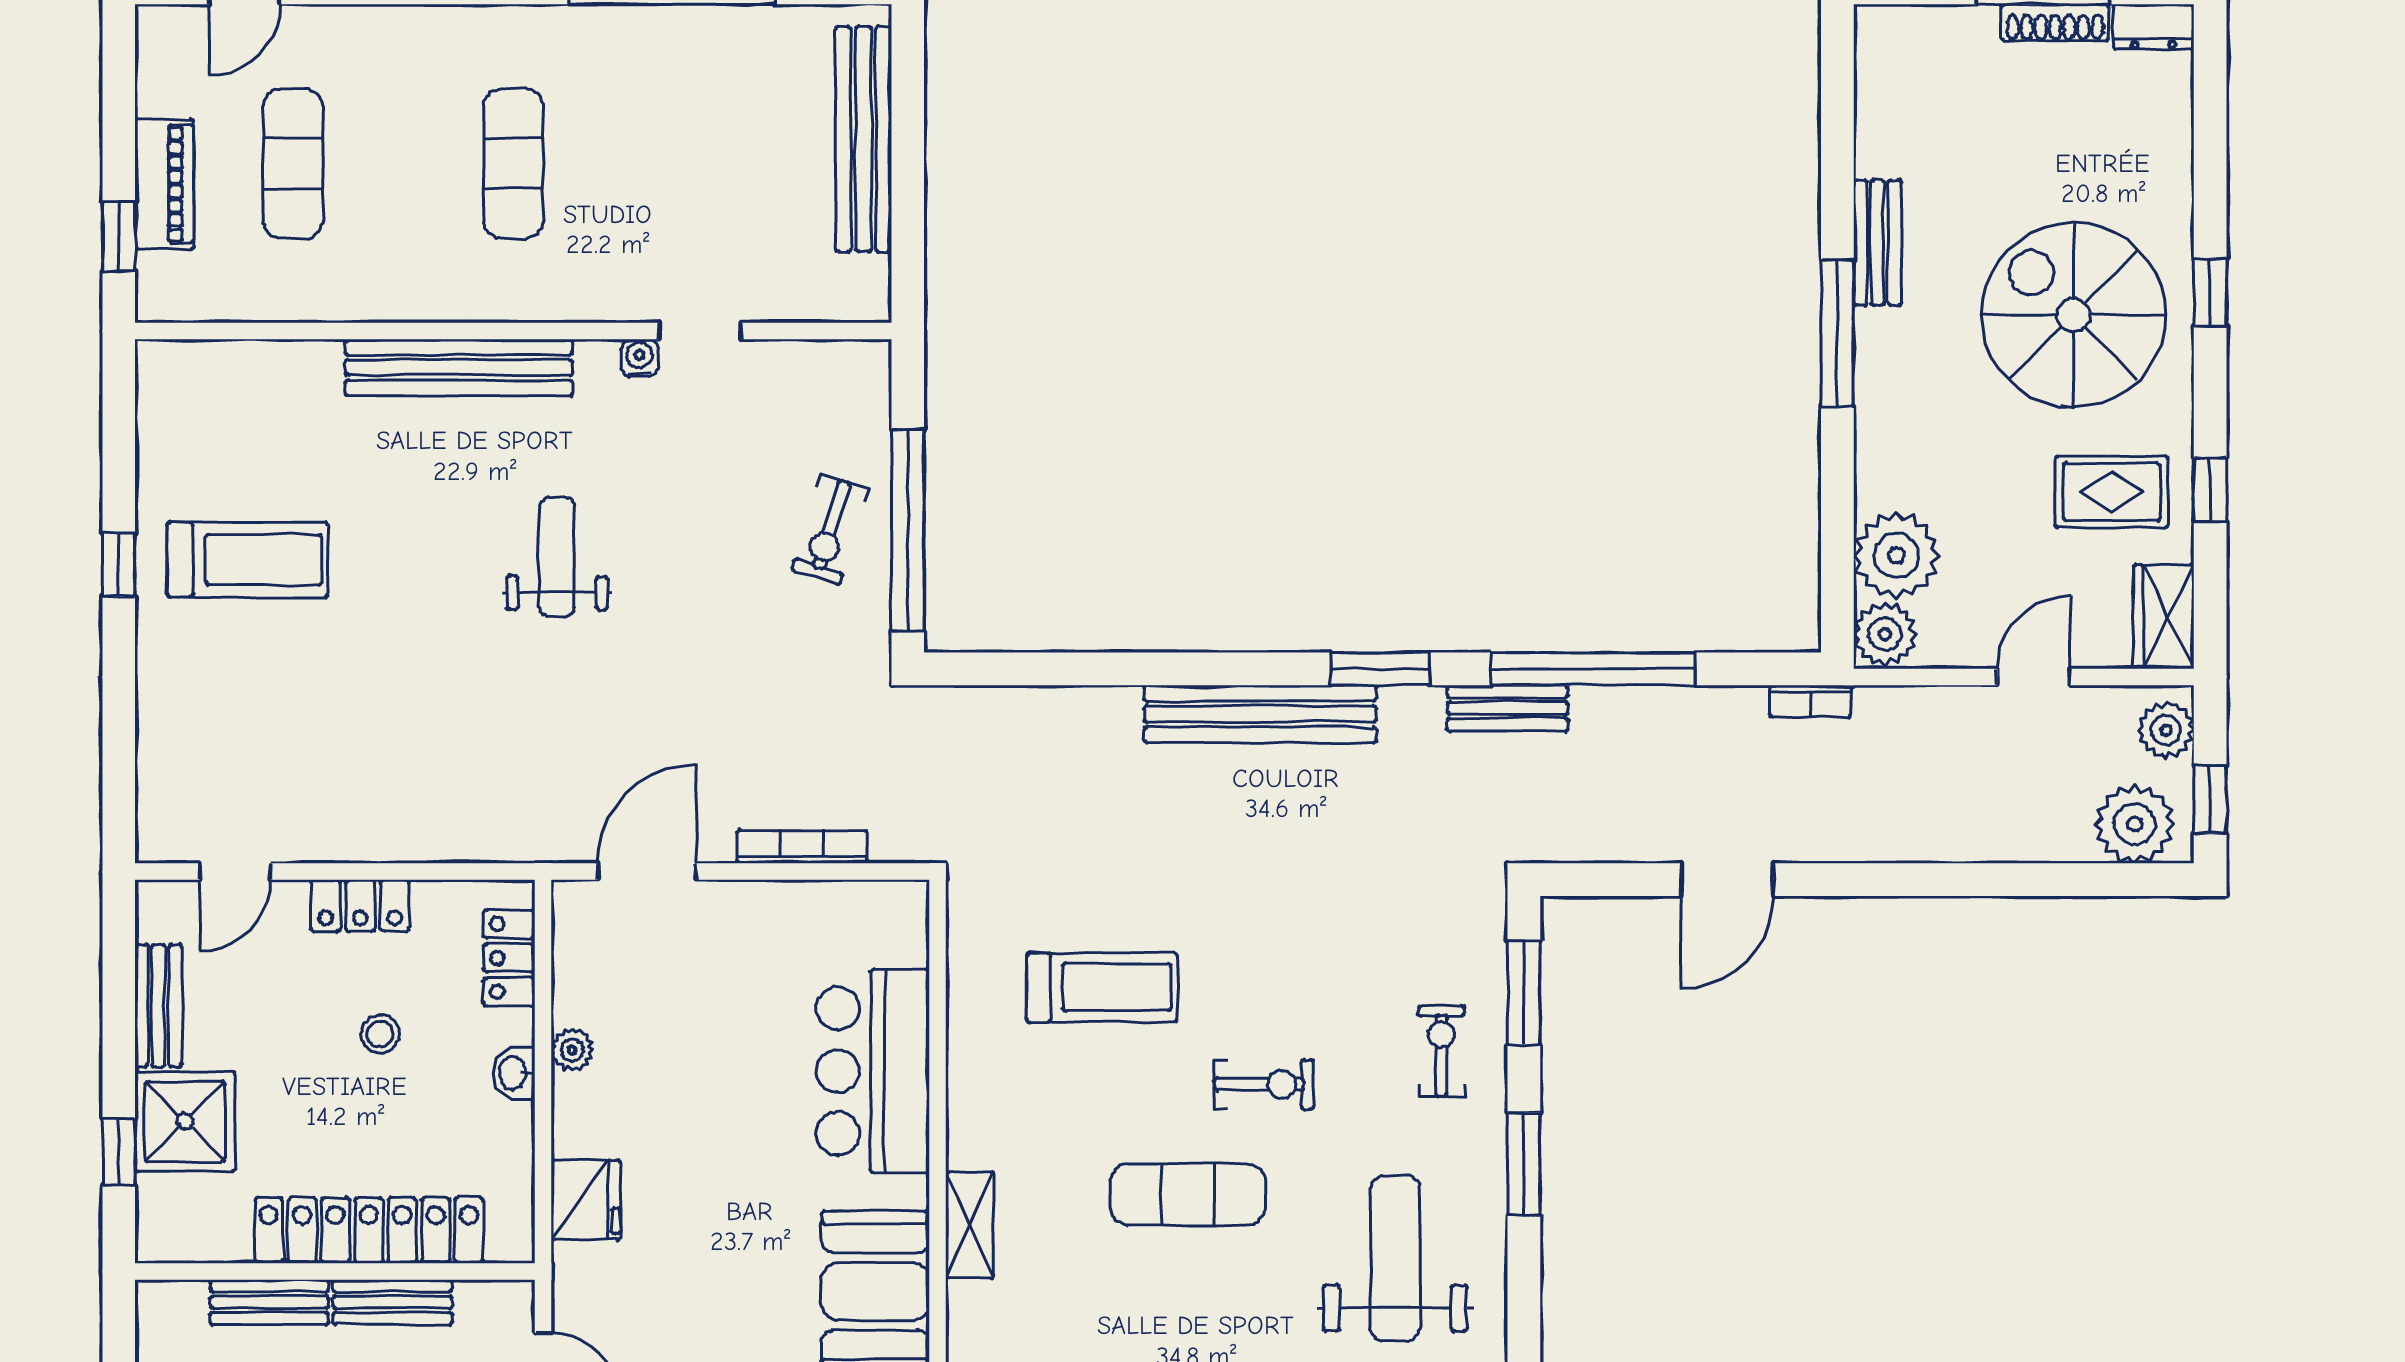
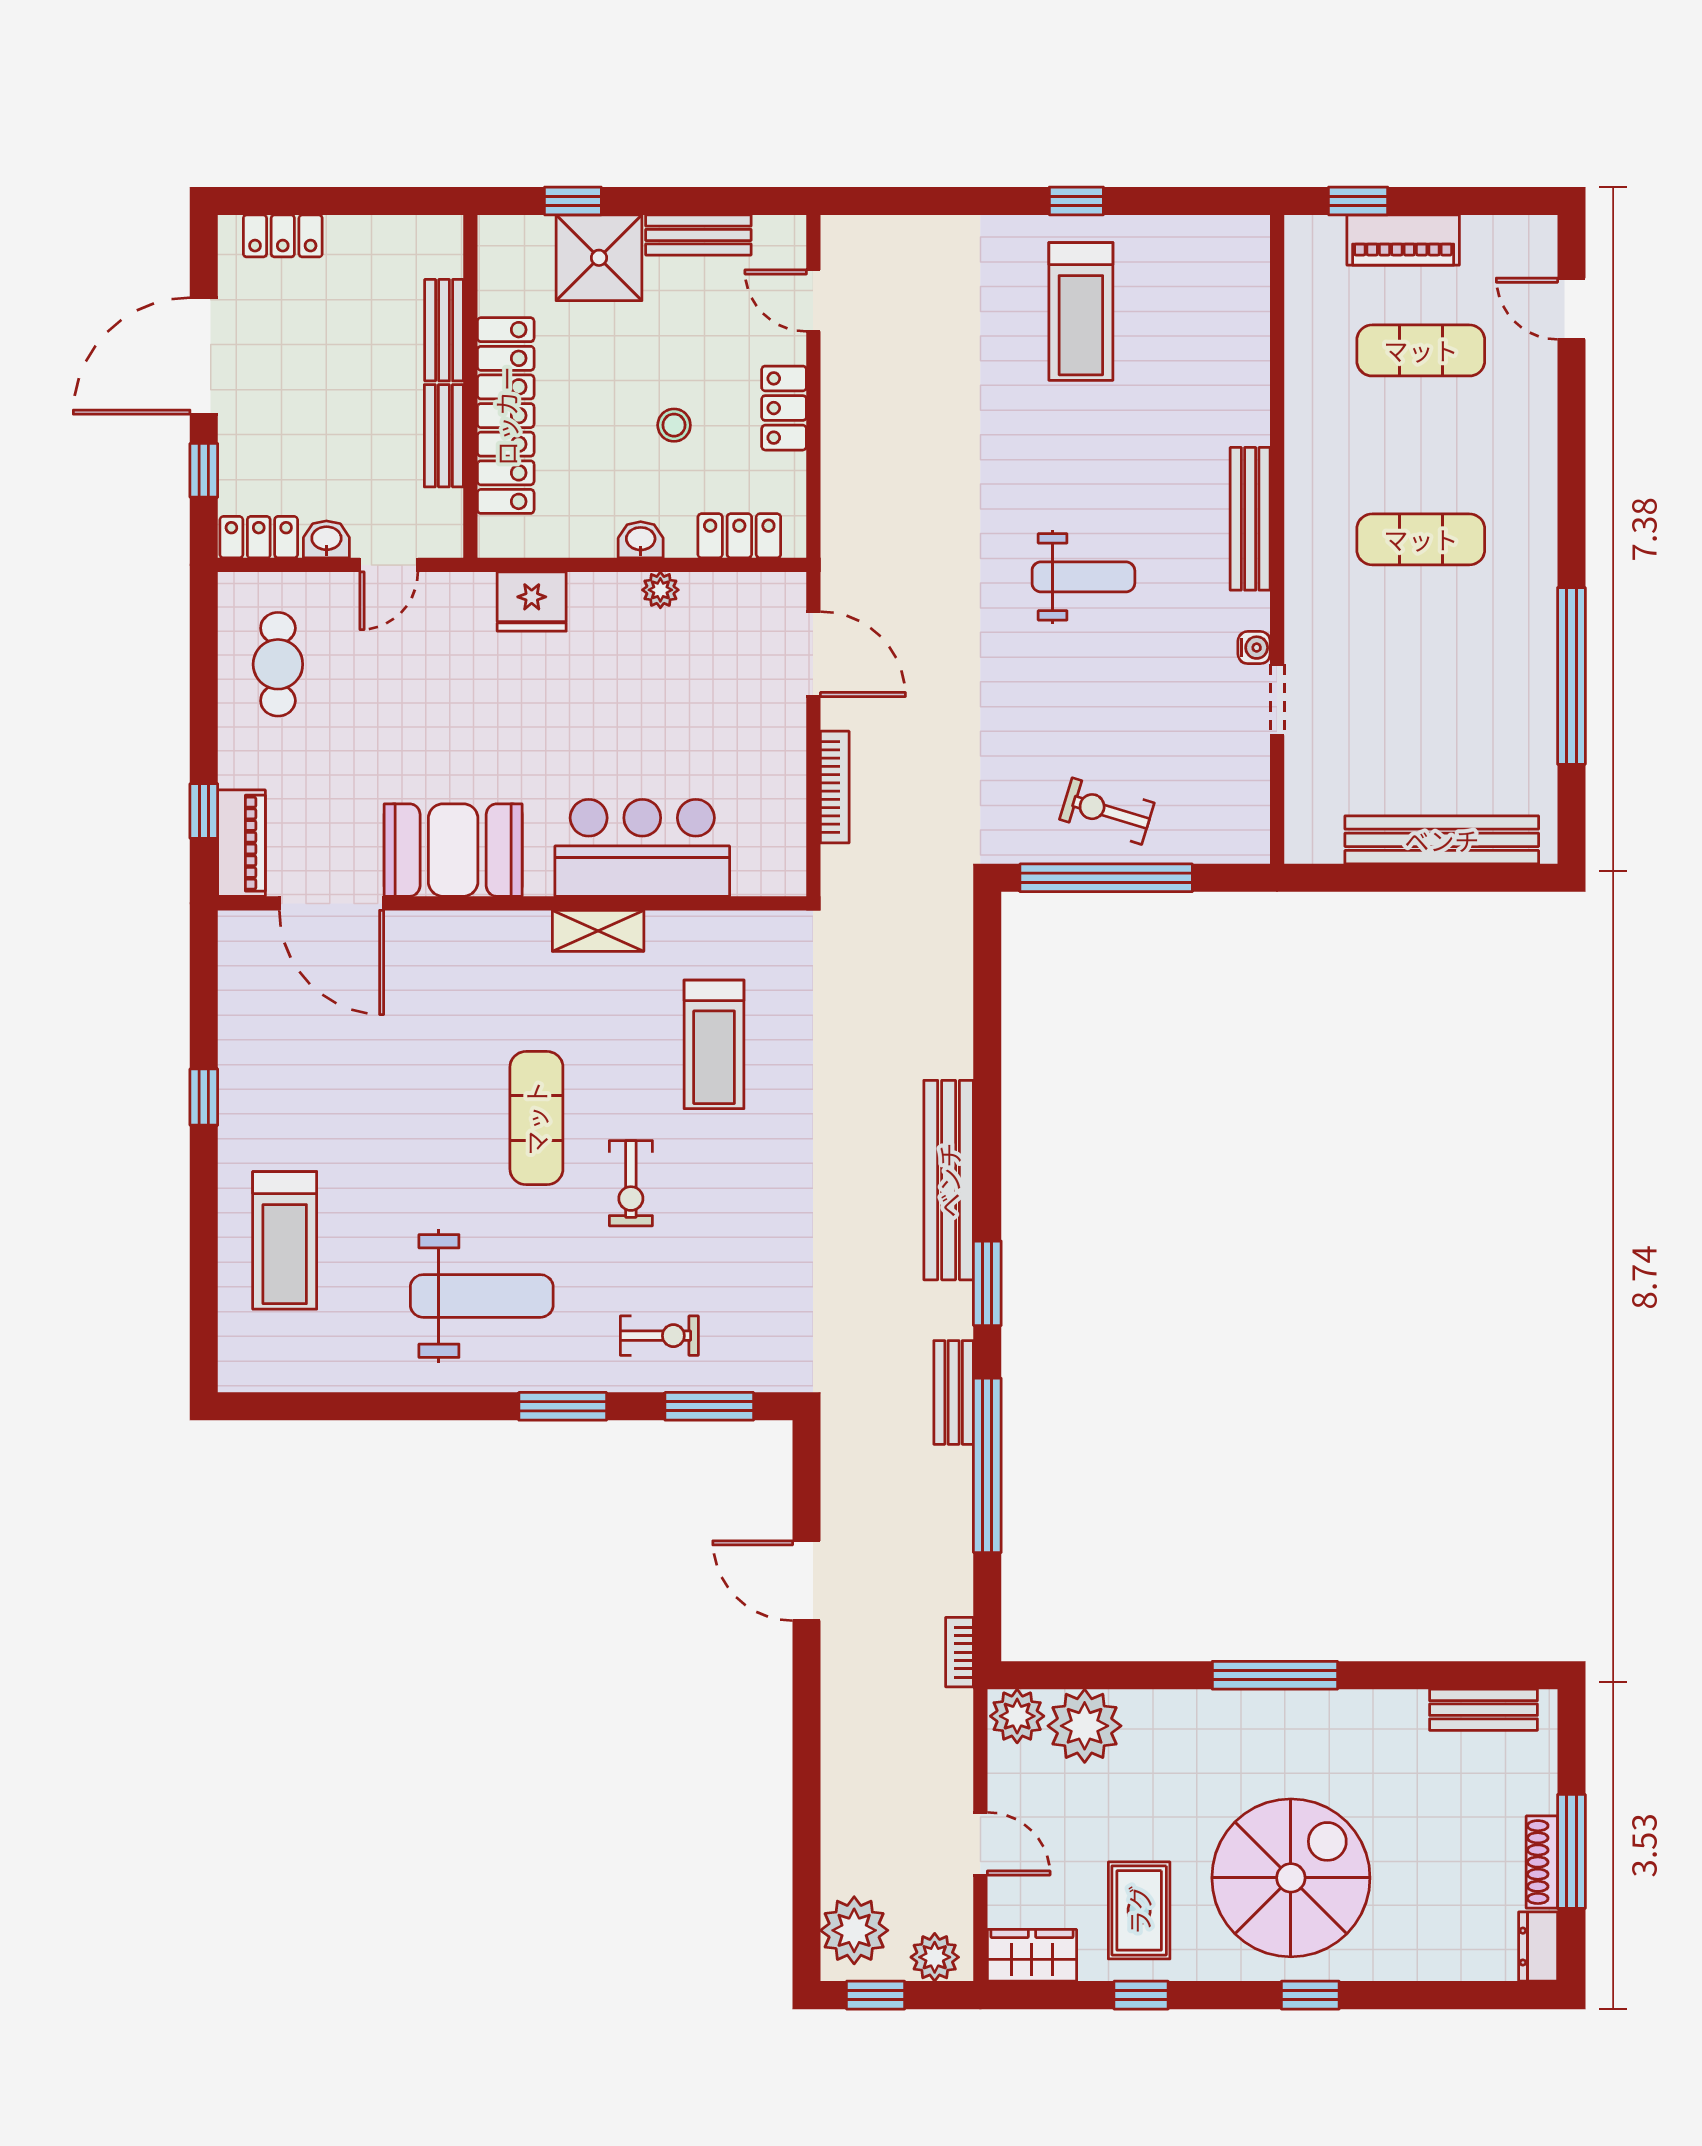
bench: (1878, 243) -> (1484, 1710), moved
bench: (459, 367) -> (1250, 519), width x0.73, depth x0.82
shelving: (970, 1225) -> (598, 931), moved

